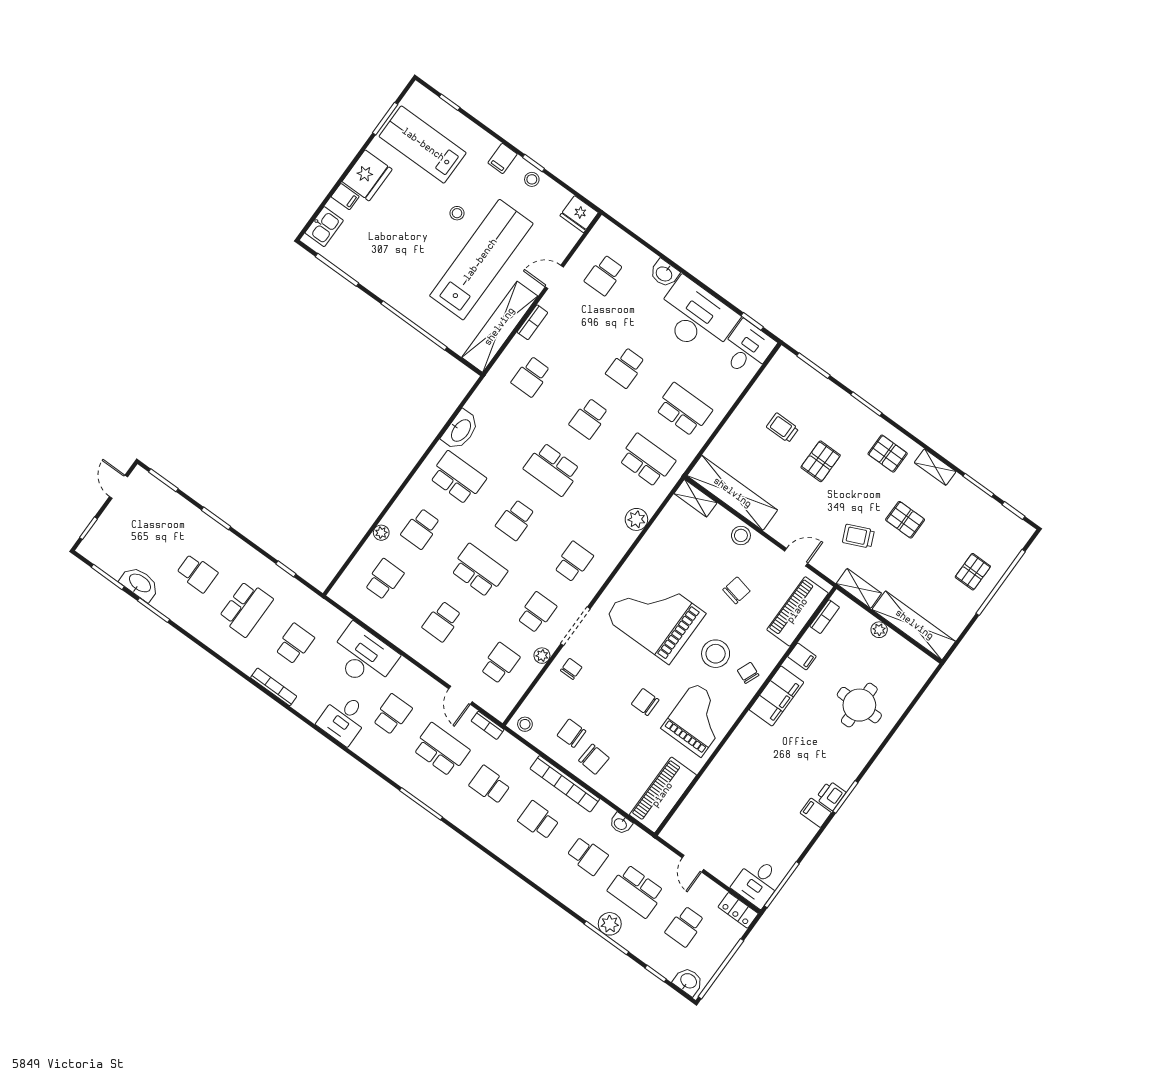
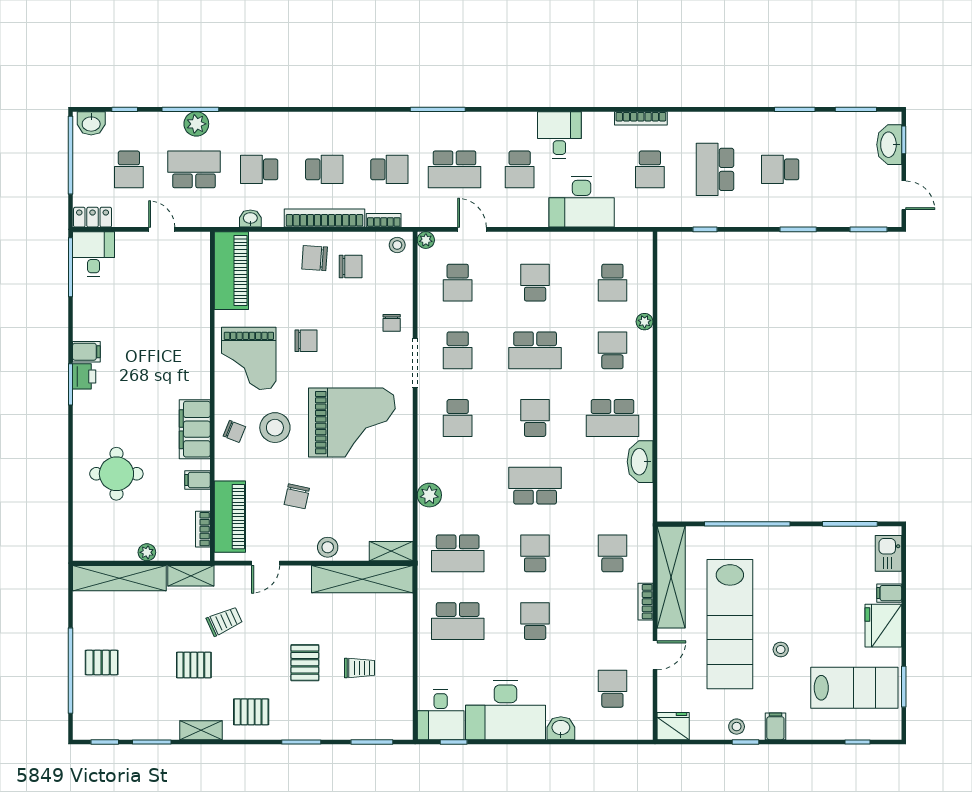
pallet: (973, 572) -> (102, 663), turned 90
washbasin: (140, 584) -> (889, 145), moved, turned 90
plant: (542, 656) -> (426, 240), moved
bookcase: (488, 725) -> (384, 220), moved
school desk: (685, 926) -> (129, 169), turned 180

